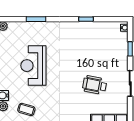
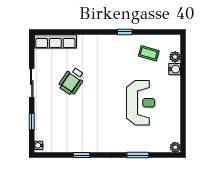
wheelchair: (95, 85) -> (72, 81), turned 113

